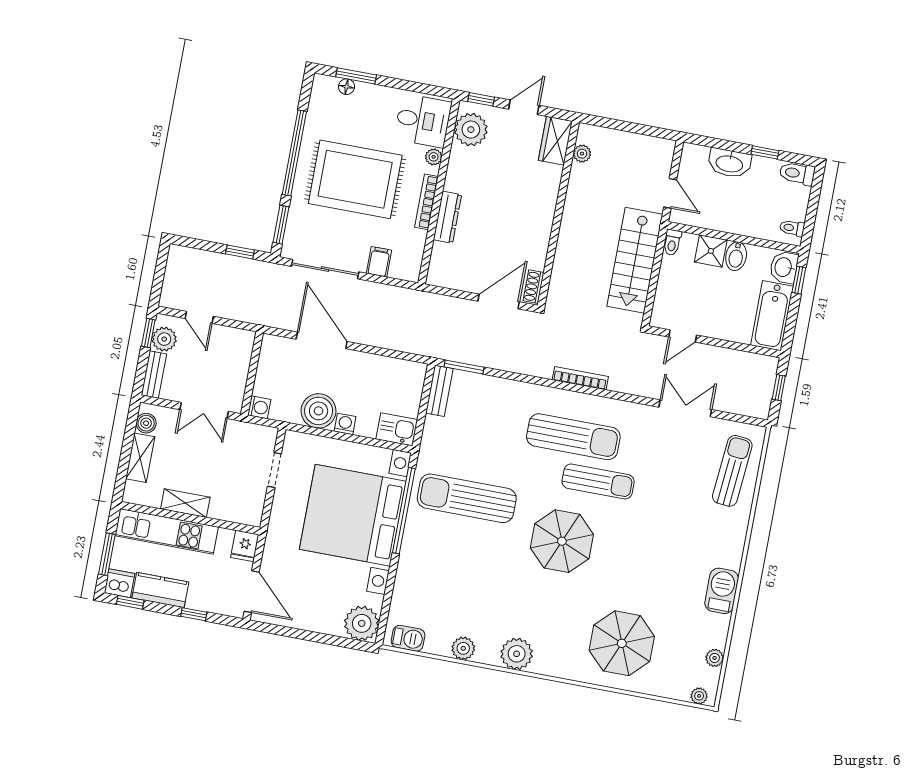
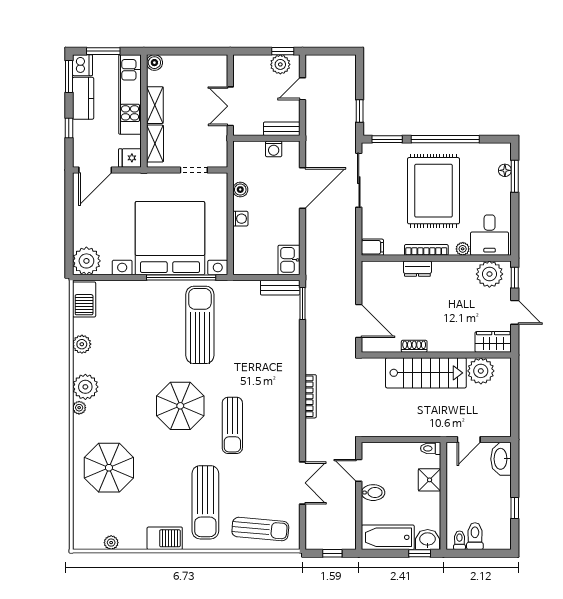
plant: (582, 154) -> (481, 371), width x1.88, depth x1.88
washbasin: (729, 163) -> (501, 459), moved
toilet: (797, 173) -> (475, 536), moved
dresser: (447, 217) -> (417, 269), width x0.70
bidet: (736, 256) -> (373, 493), moved, turned 180
stairs: (635, 260) -> (426, 373), moved, turned 180
filing cabinet: (379, 262) -> (372, 247), moved
shoe rack: (534, 287) -> (414, 346), moved
bench: (154, 375) -> (282, 129), moved
washing machine: (259, 407) -> (274, 149), moved
boiler: (319, 411) -> (240, 190), width x0.54, depth x0.54
boiler: (146, 423) -> (154, 63), moved
kitchen sink: (397, 429) -> (289, 260), moved, turned 180
sun lounger: (573, 437) -> (205, 502), moved
shelving: (140, 458) -> (155, 144), moved, turned 90
window: (130, 602) -> (69, 76), width x1.50
barbecue: (408, 638) -> (84, 299), width x1.38, depth x1.27
plant: (699, 696) -> (79, 408), moved

